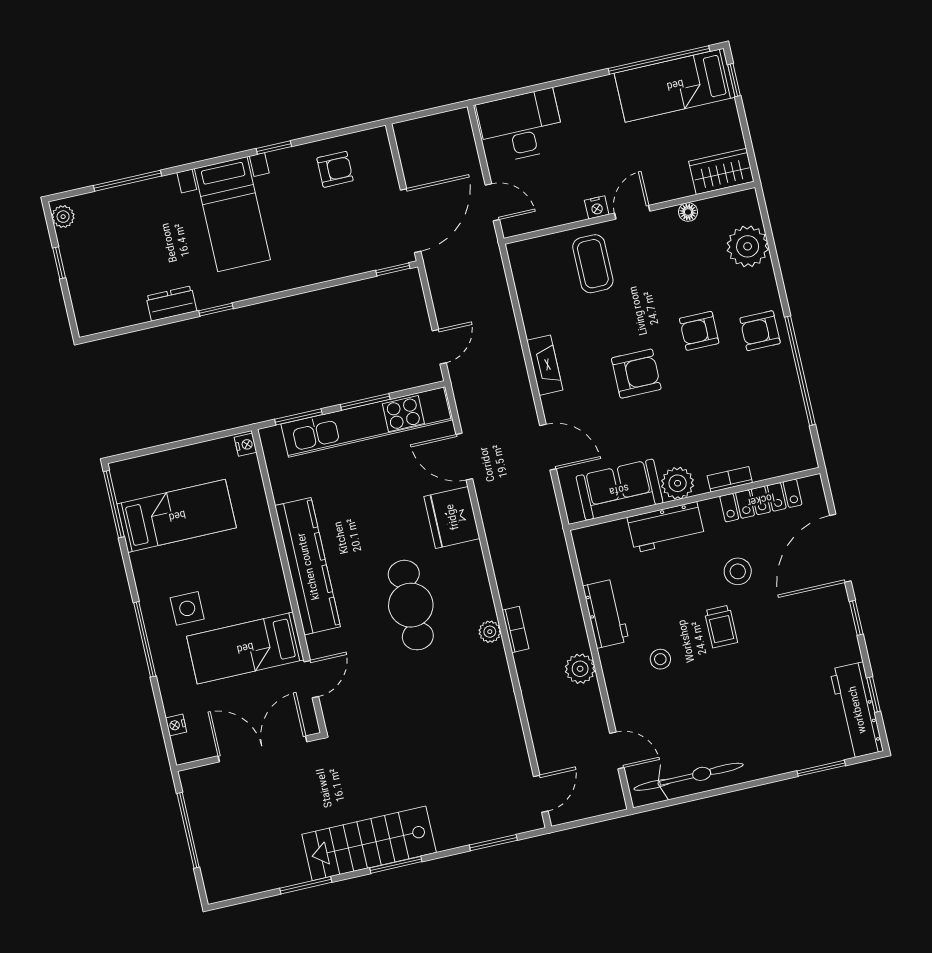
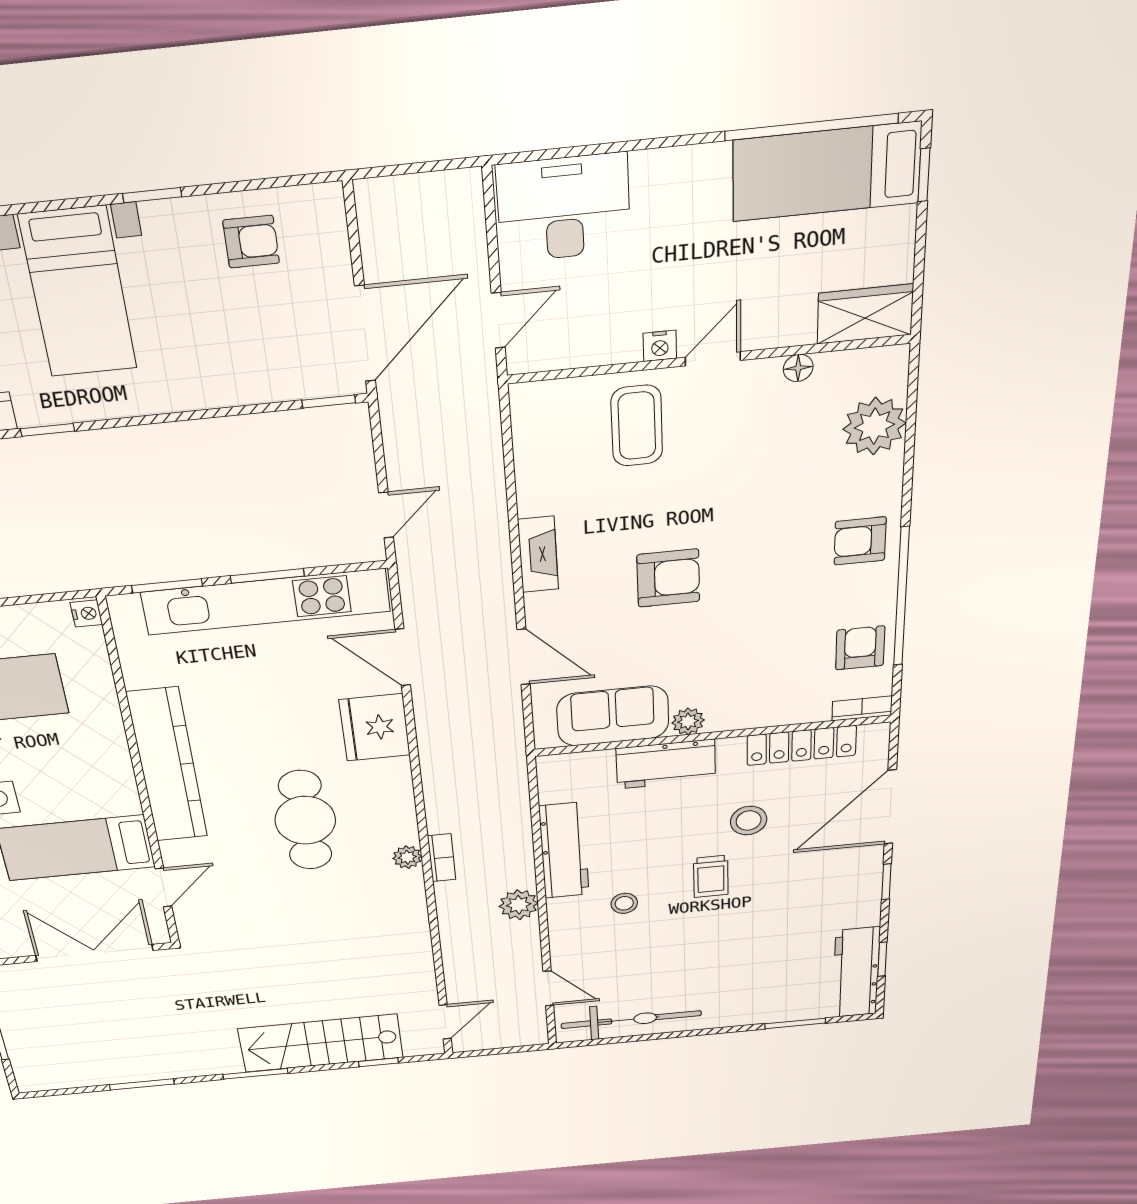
door: (492, 202) -> (498, 320), hinge flipped
armchair: (699, 331) -> (860, 648), moved, turned 90
bookcase: (730, 479) -> (862, 708), moved
plant: (678, 483) -> (688, 721), width x0.73, depth x0.73
workbench: (606, 614) -> (564, 851), width x1.38
stairs: (369, 843) -> (321, 1043), moved
window: (493, 843) -> (378, 1062), width x0.67

